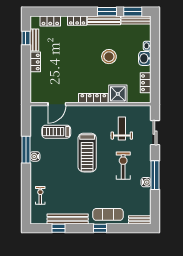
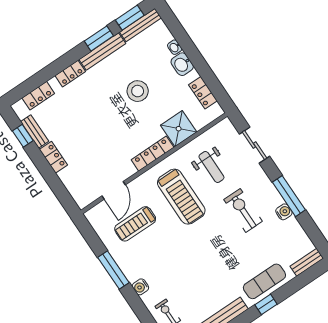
weight bench: (122, 129) -> (211, 167), turned 180
treadmill: (87, 153) -> (181, 197), moved
water cooler: (35, 156) -> (140, 287), moved

